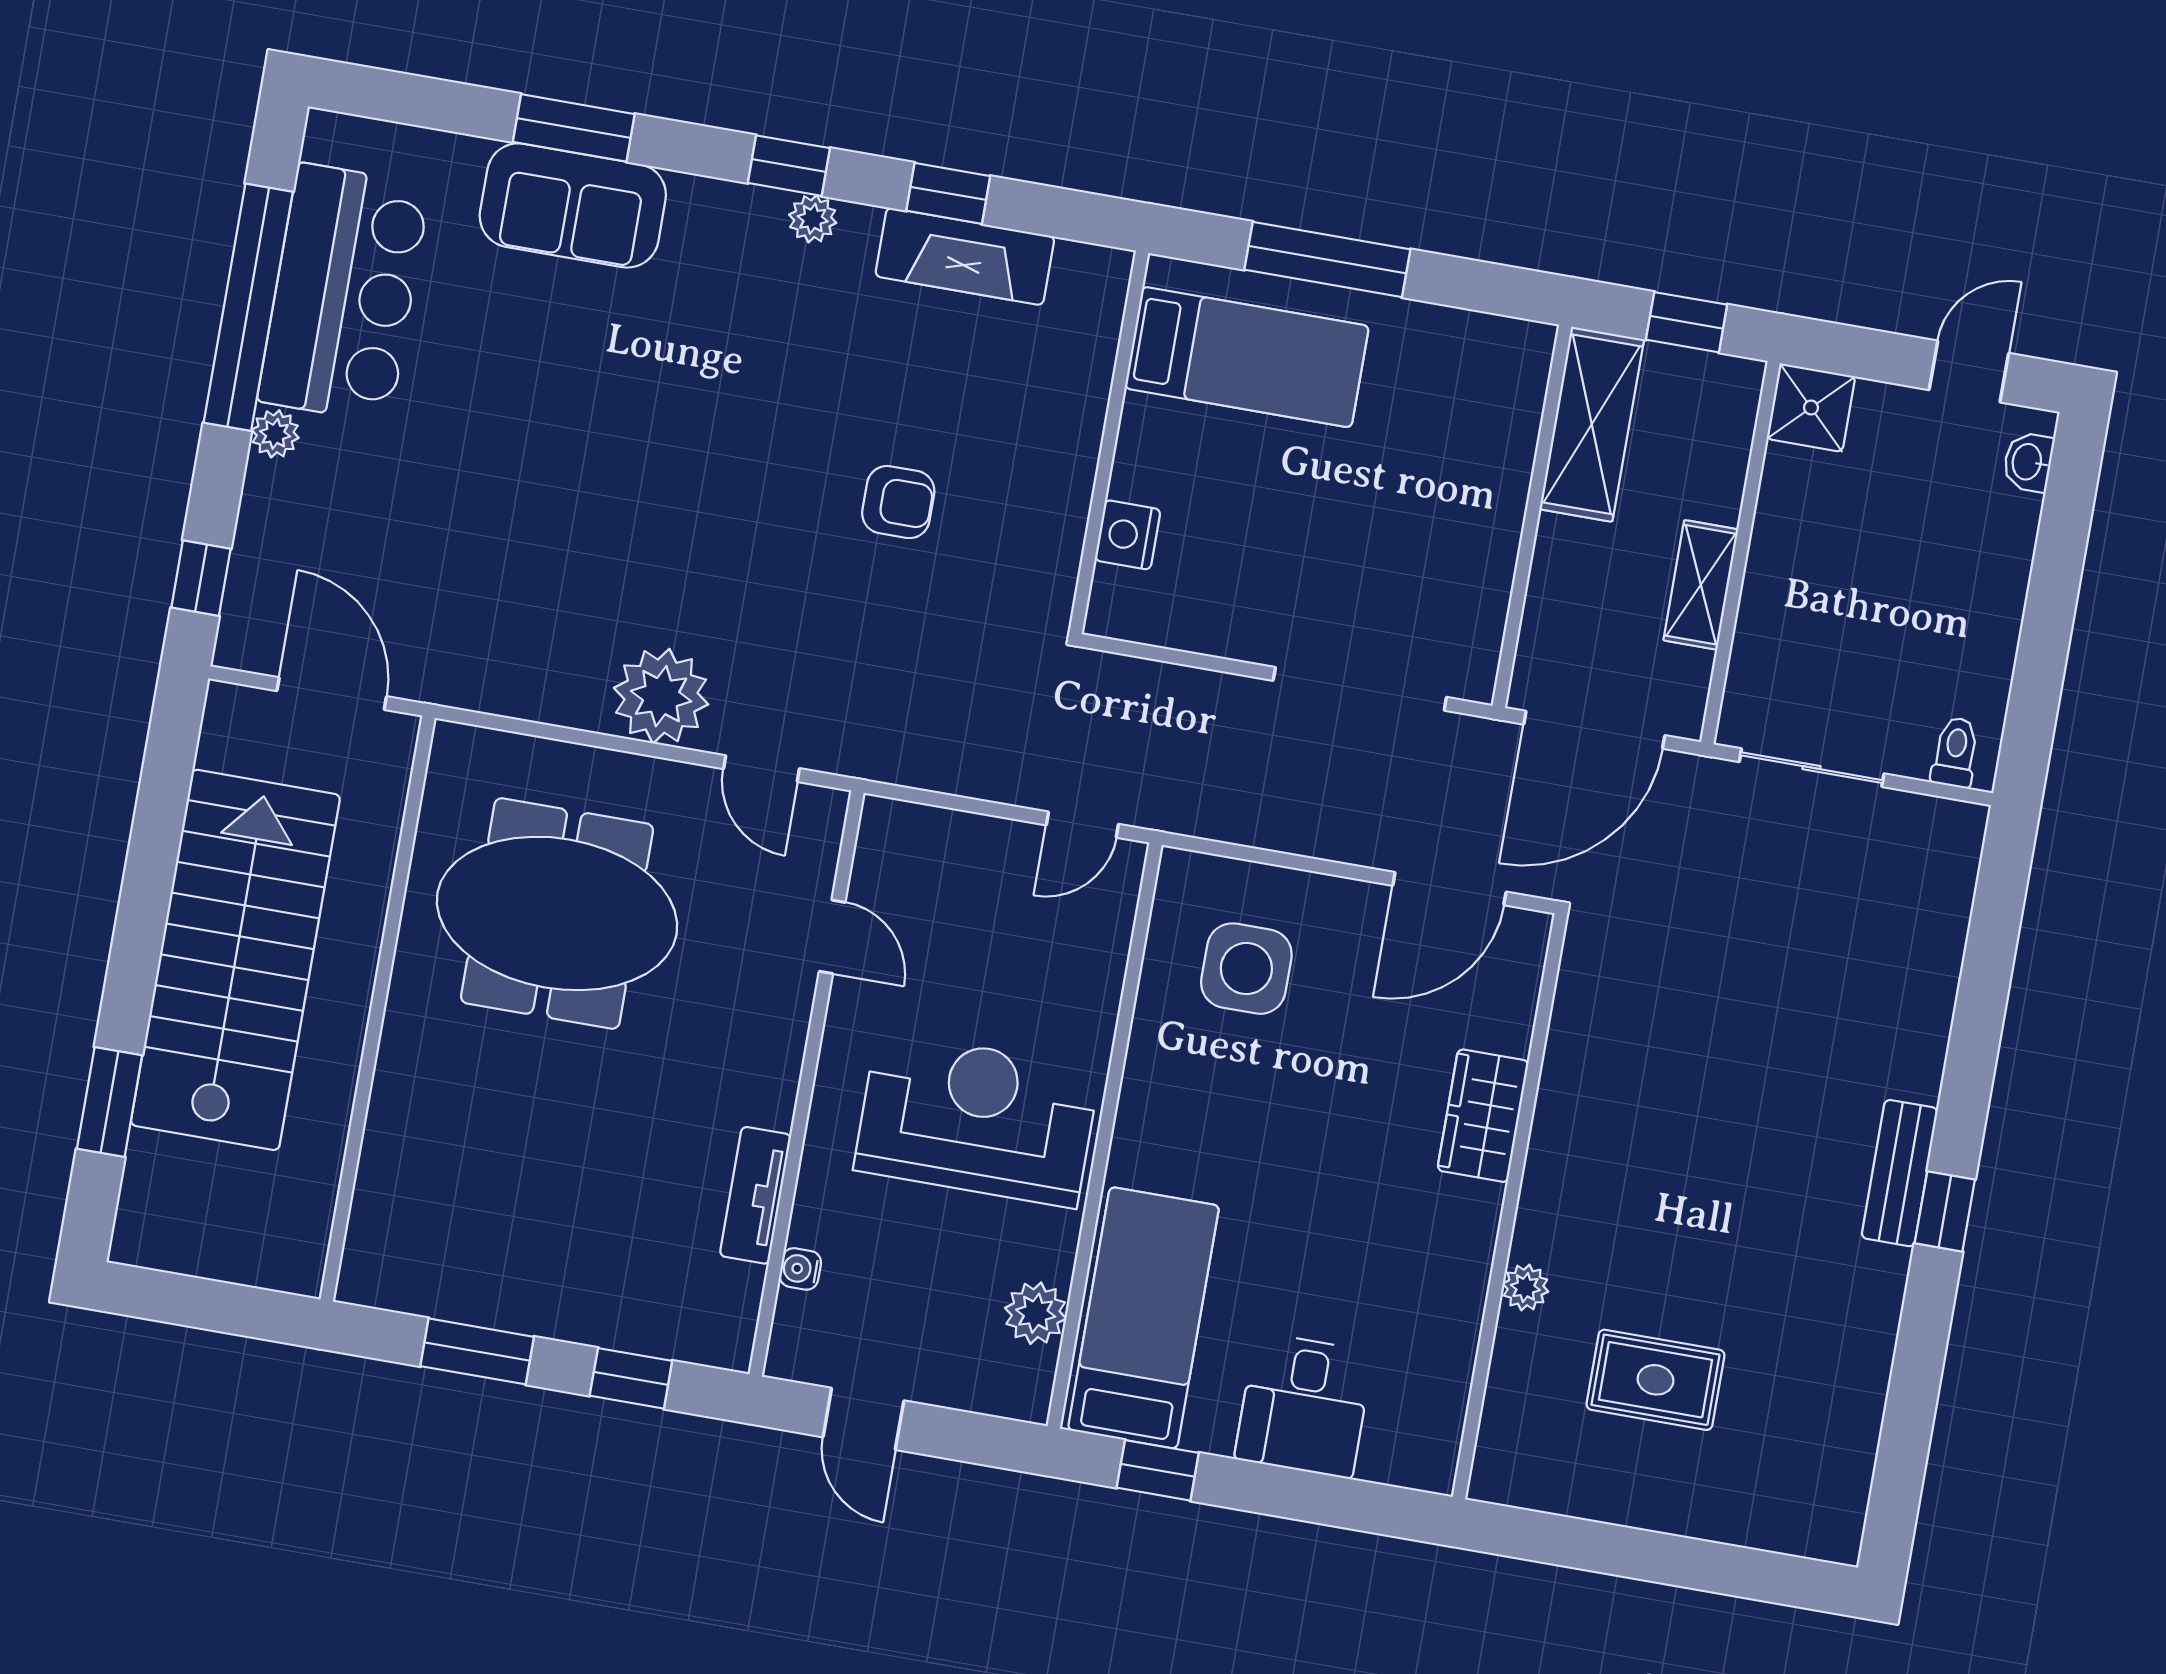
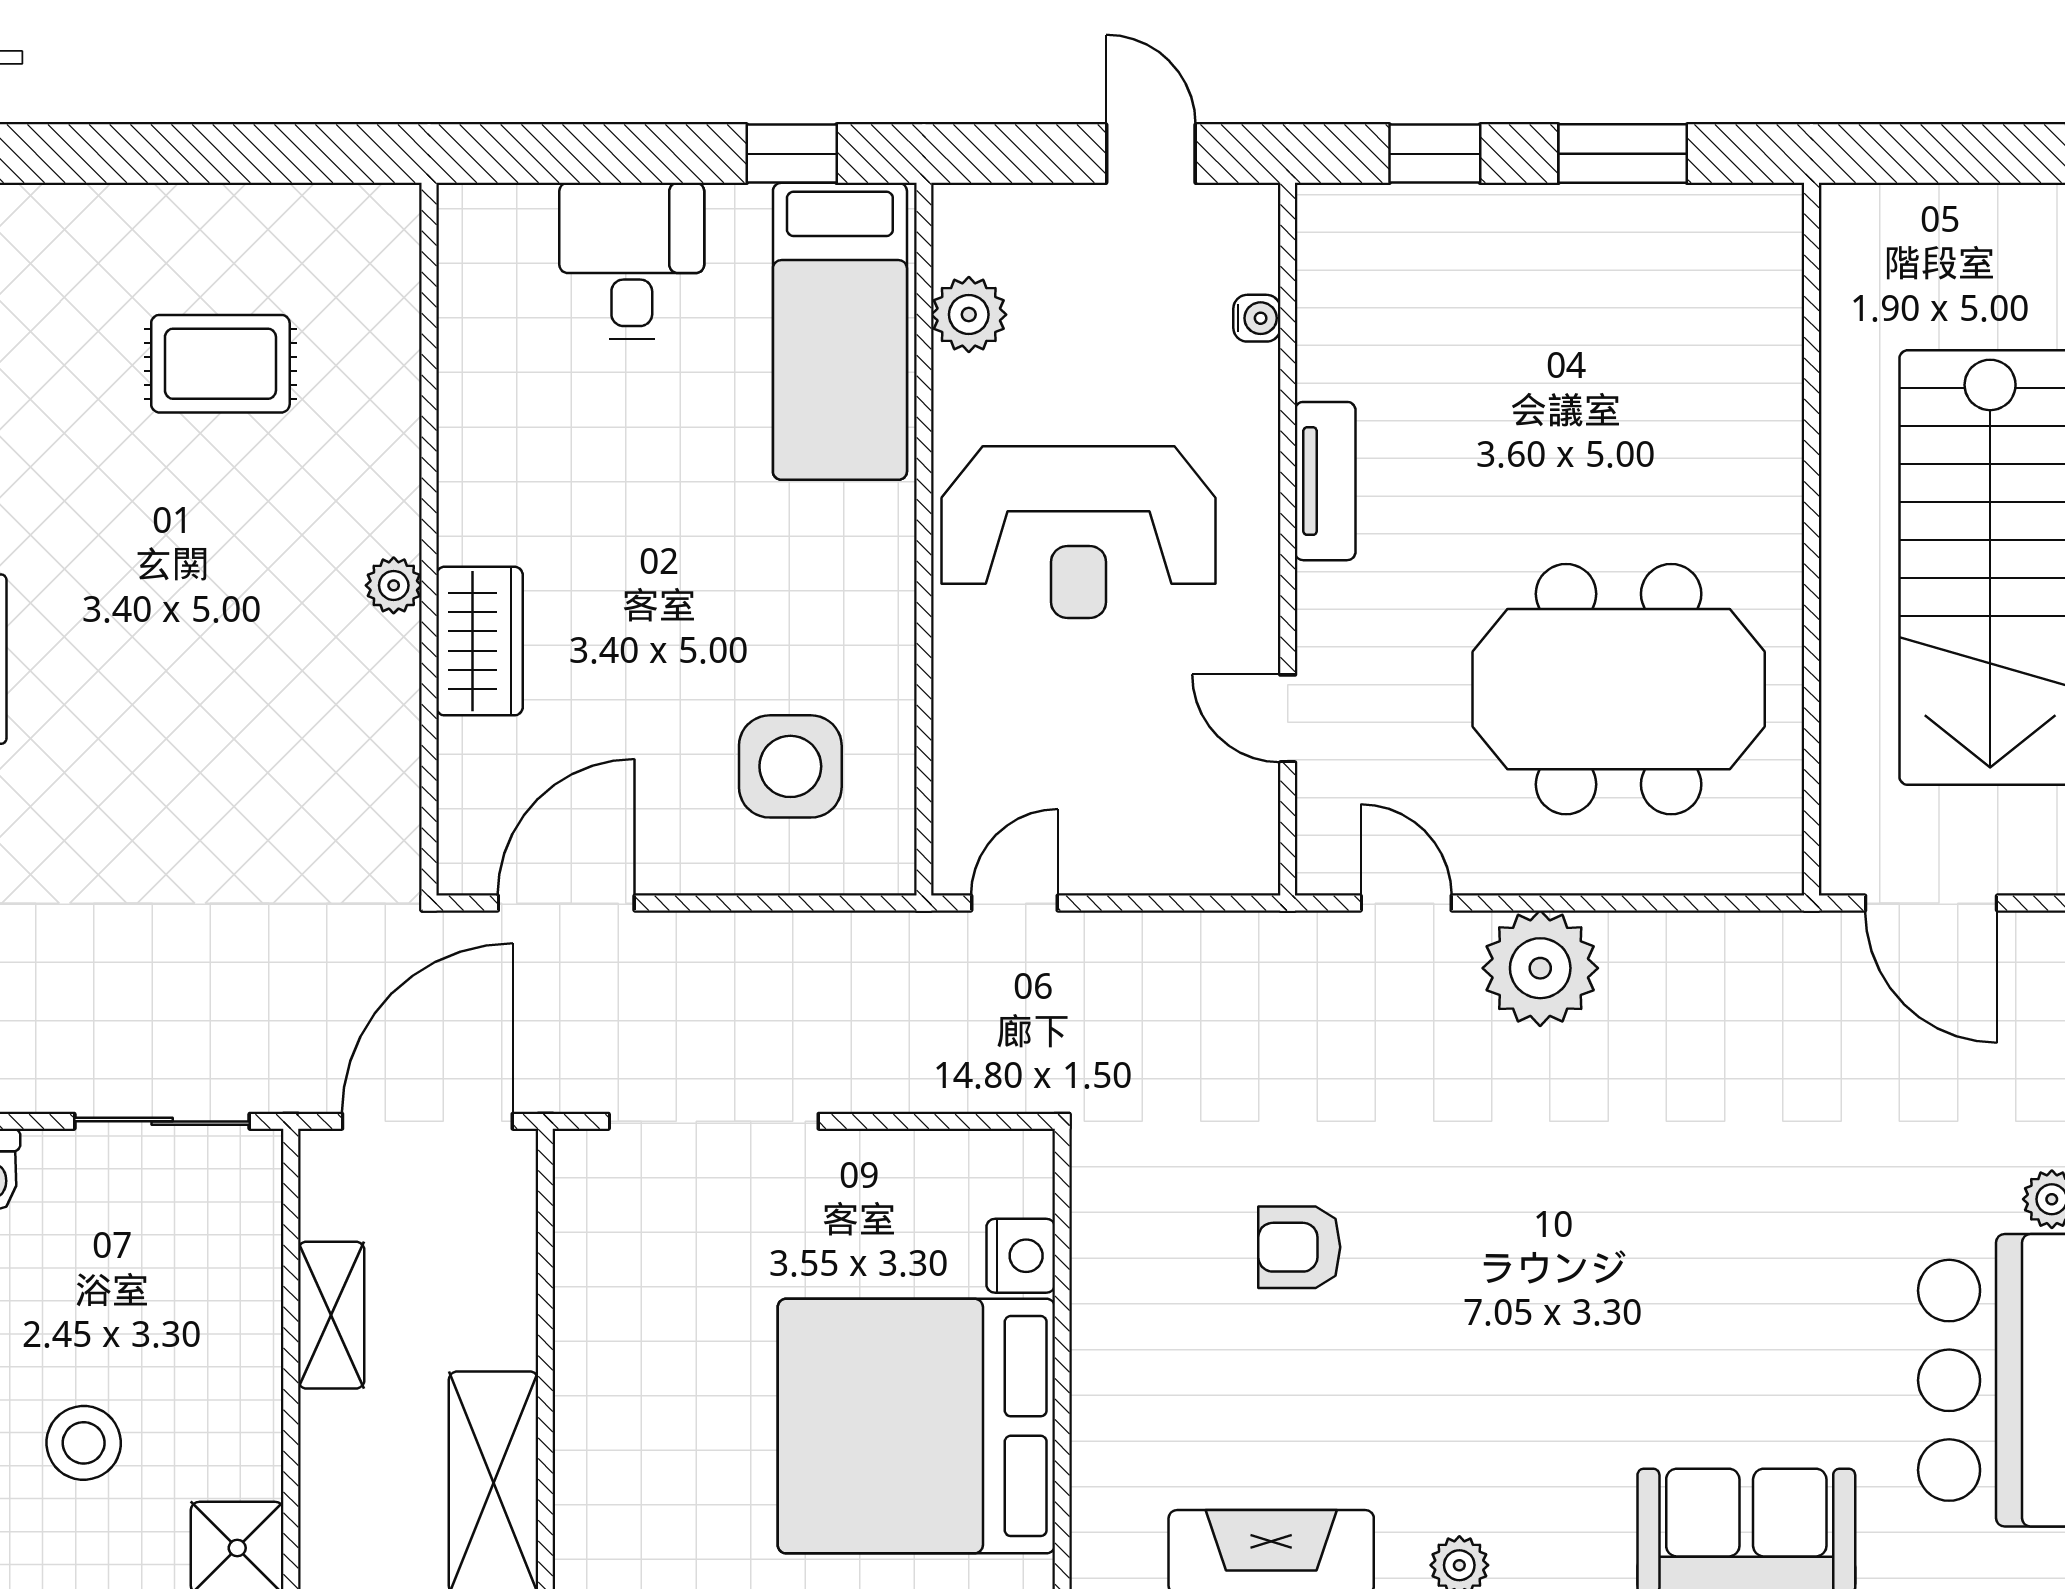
bed: (1247, 357) -> (916, 1426), width x2.04
stool: (1922, 516) -> (84, 1443), added
tv unit: (755, 1195) -> (1325, 481), moved
plant: (1525, 1288) -> (394, 585), moved

